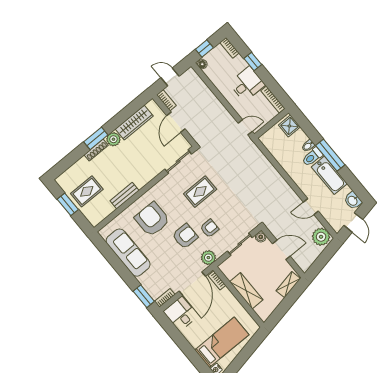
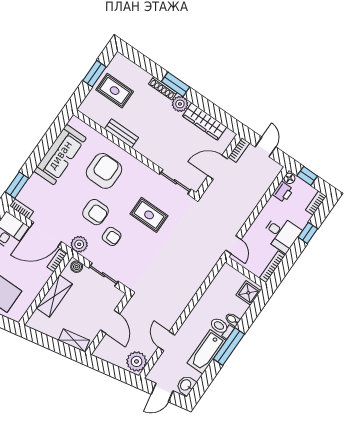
printer: (212, 73) -> (283, 192), added
boiler: (261, 237) -> (77, 267), moved

